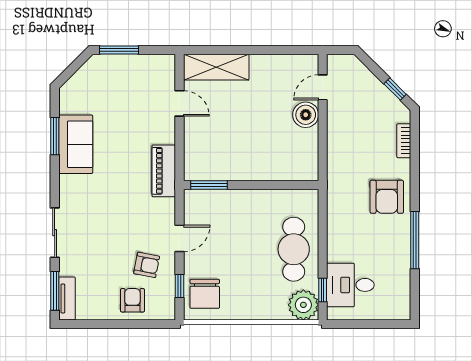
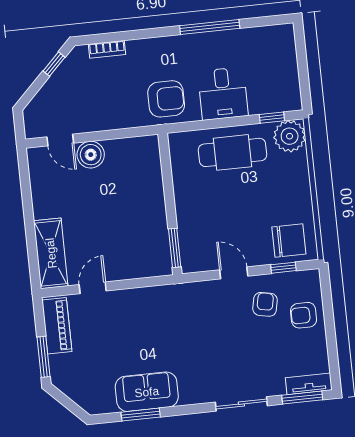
piano: (164, 171) -> (57, 326), moved, turned -90
armchair: (387, 197) -> (166, 99), moved
desk: (350, 285) -> (223, 94), moved

